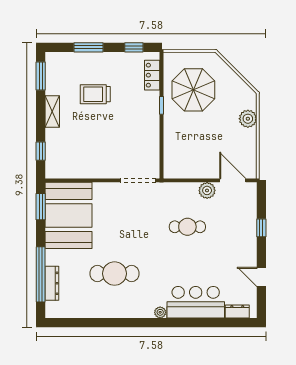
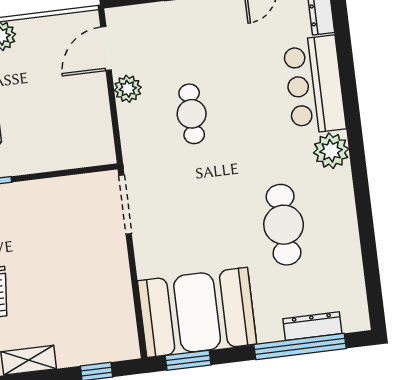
plant: (160, 312) -> (331, 151), width x1.87, depth x1.87

